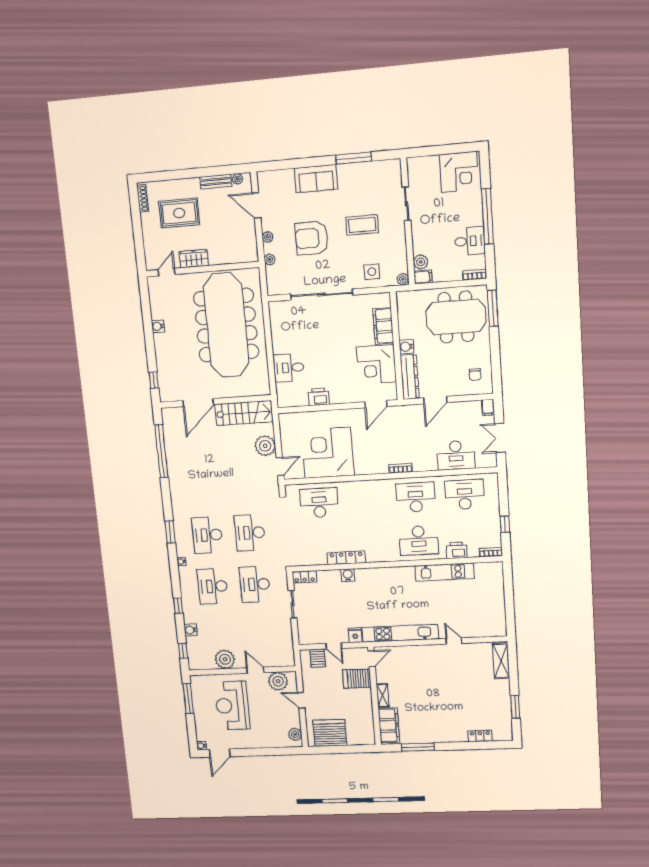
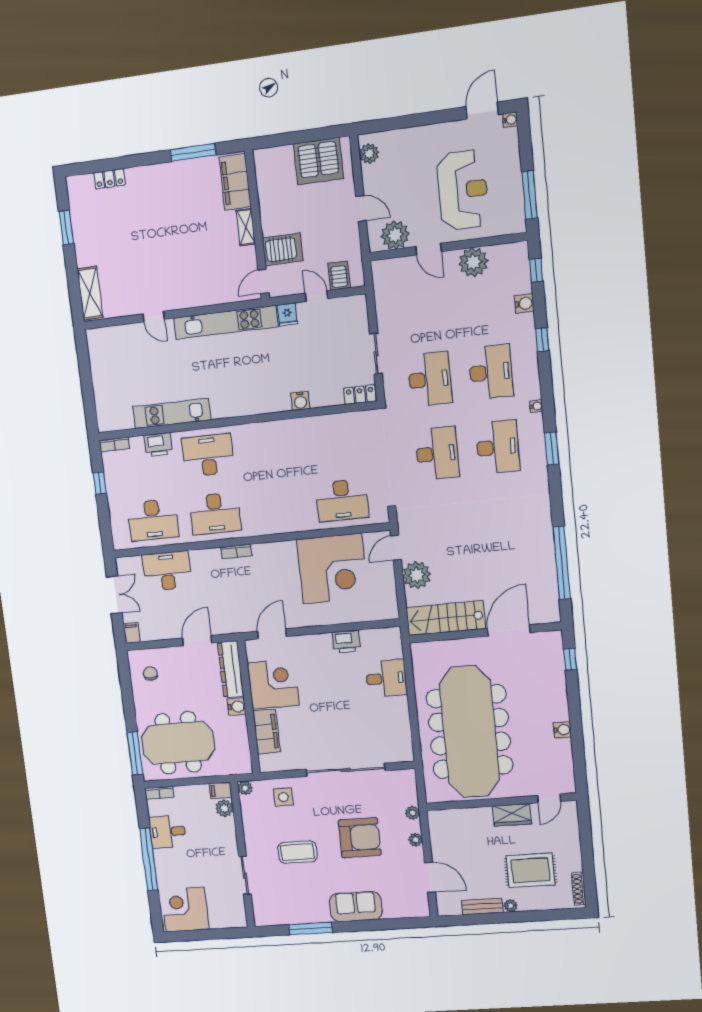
plant: (237, 179) -> (510, 906), moved
locker: (346, 558) -> (303, 426), removed

